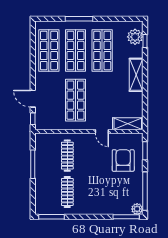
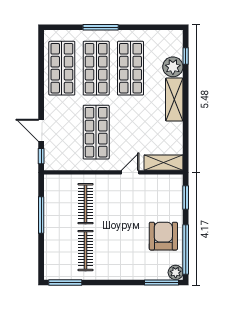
plant: (135, 37) -> (173, 67), moved
door: (102, 131) -> (130, 172), swing flipped
armchair: (123, 160) -> (163, 236), moved

